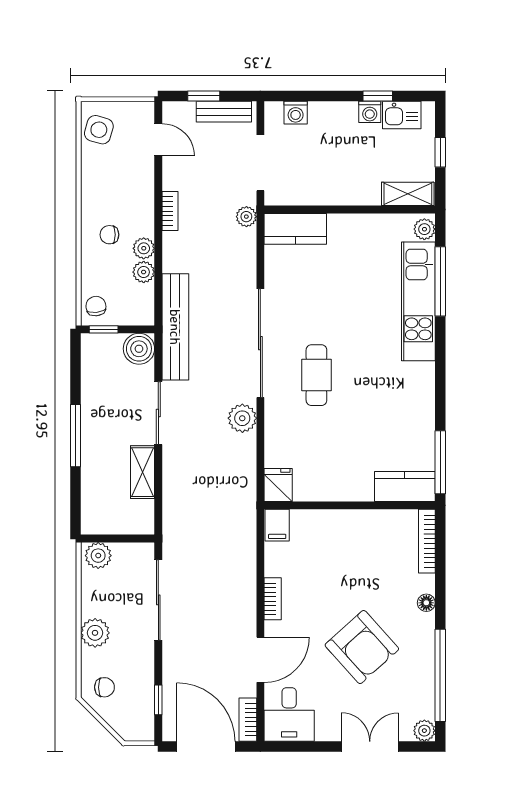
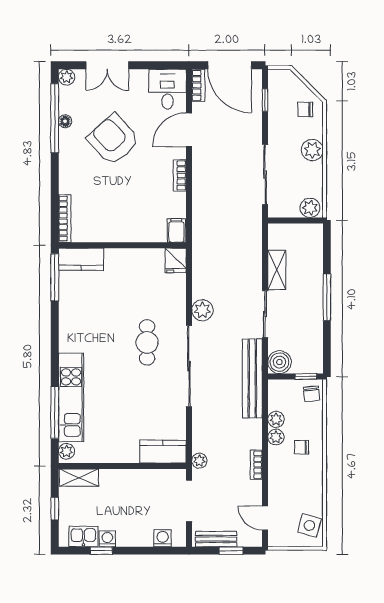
chair: (109, 235) -> (302, 447), turned 180
floor lamp: (426, 603) -> (65, 121), moved

